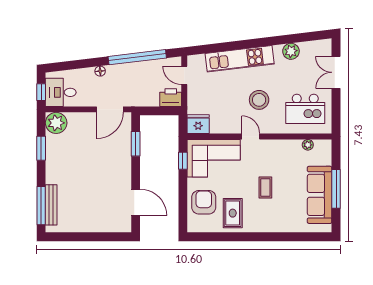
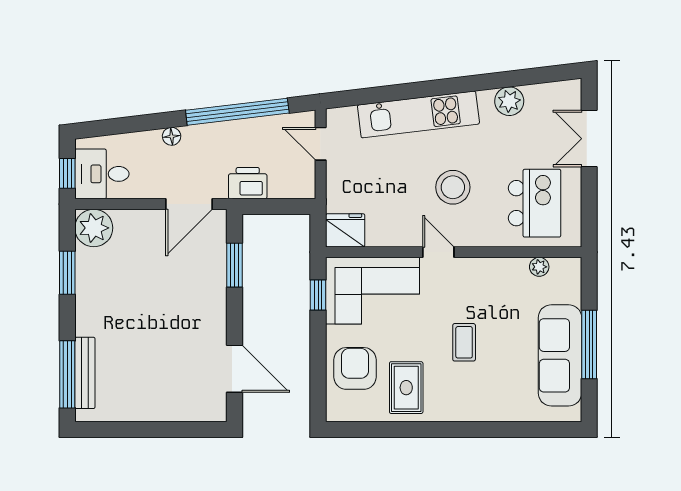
printer: (171, 98) -> (248, 183), moved
kitchen island: (305, 109) -> (535, 203), turned -90

